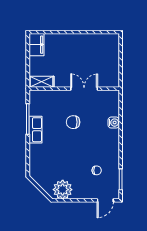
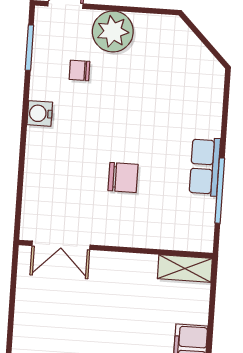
double door: (84, 89) -> (61, 245), moved
water cooler: (114, 123) -> (40, 113), moved
plant: (63, 190) -> (113, 31), moved

